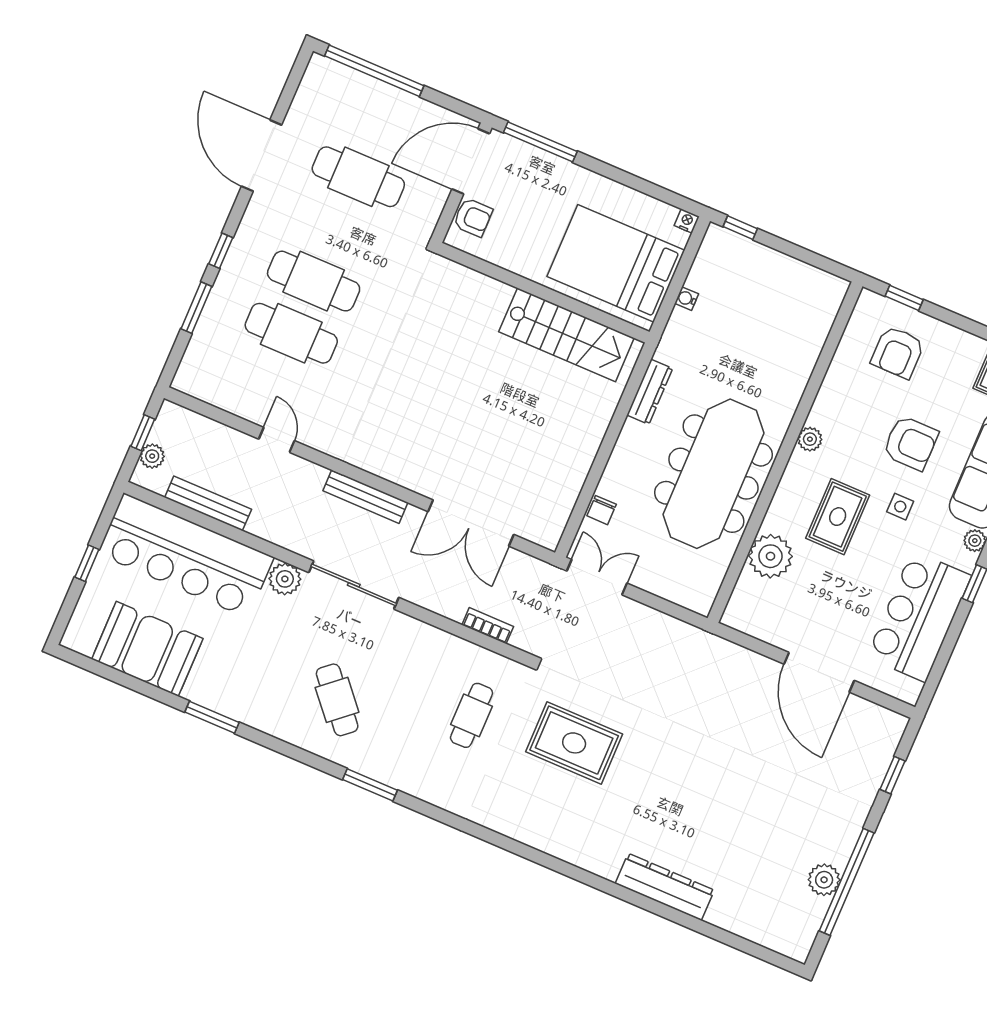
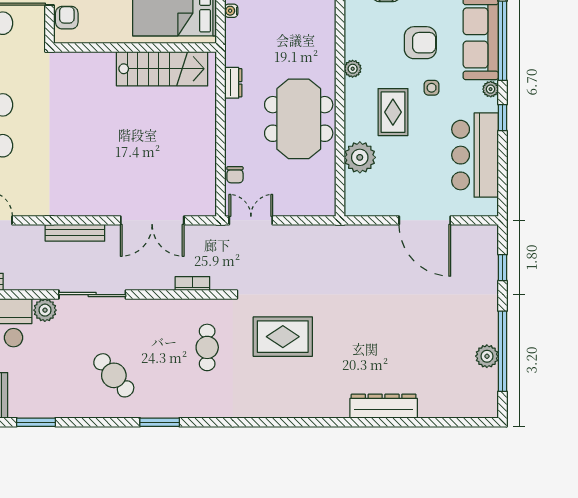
armchair: (473, 217) -> (67, 18), turned -90
dresser: (650, 392) -> (233, 83), width x0.70
meeting table: (713, 474) -> (299, 119), width x0.73

